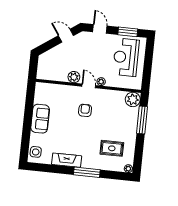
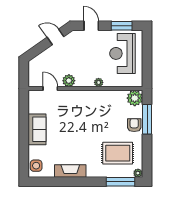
door: (89, 86) -> (50, 89), moved
armchair: (85, 110) -> (134, 125), moved
rug: (112, 148) -> (118, 153), width x1.36, depth x1.43
window: (87, 172) -> (120, 182), moved

